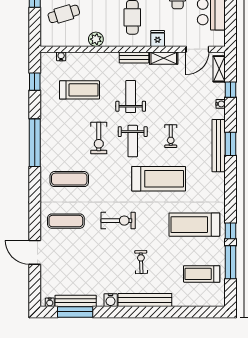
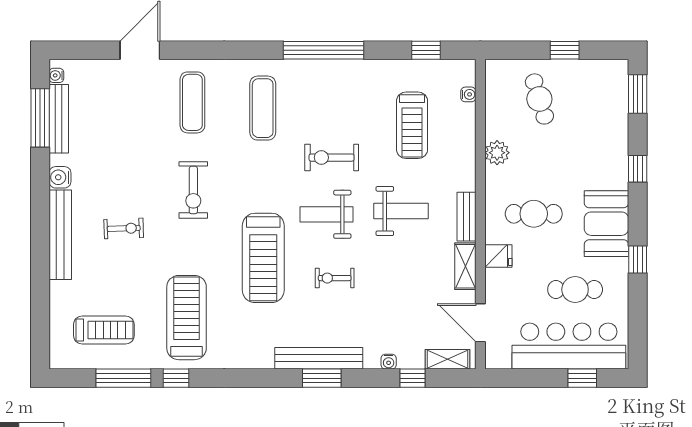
treadmill: (202, 274) -> (104, 330), turned 90

